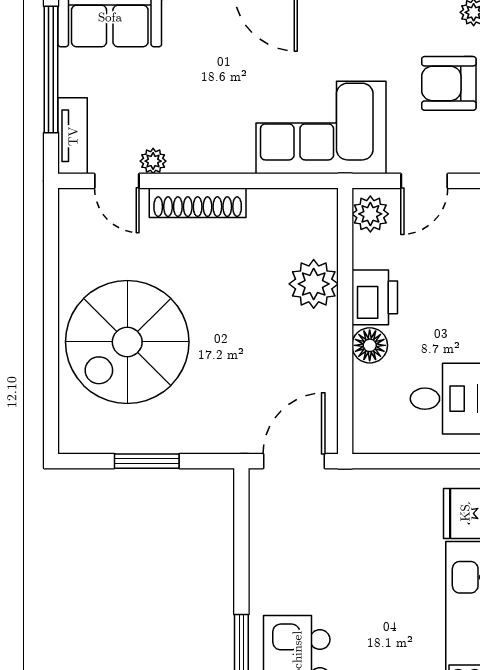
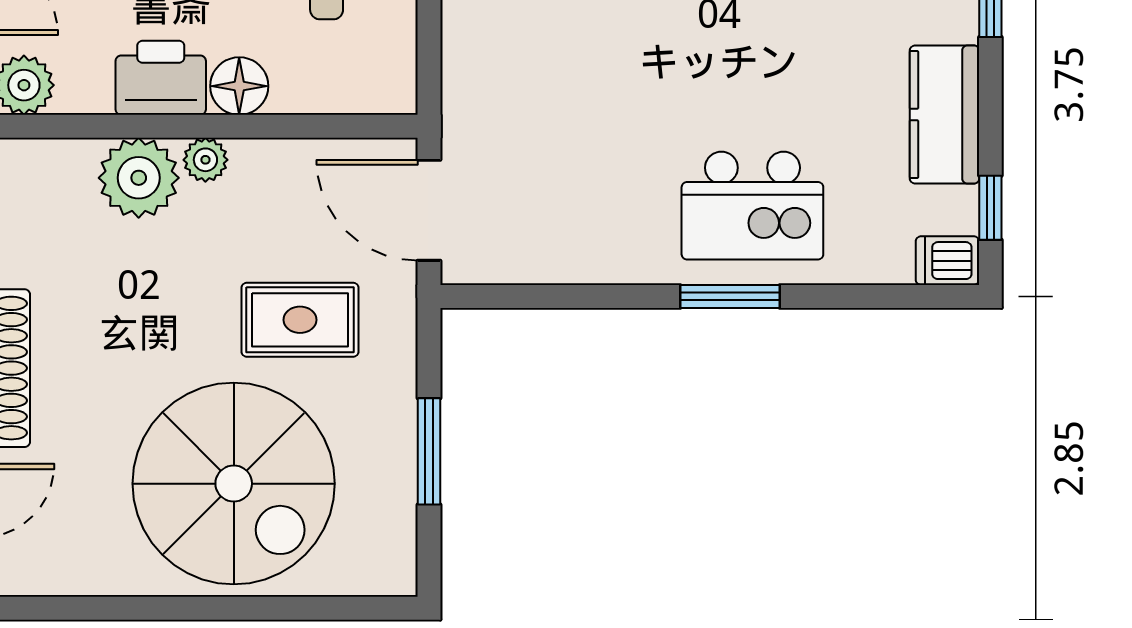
plant: (325, 325) -> (205, 160), added
rug: (227, 382) -> (300, 320), added

